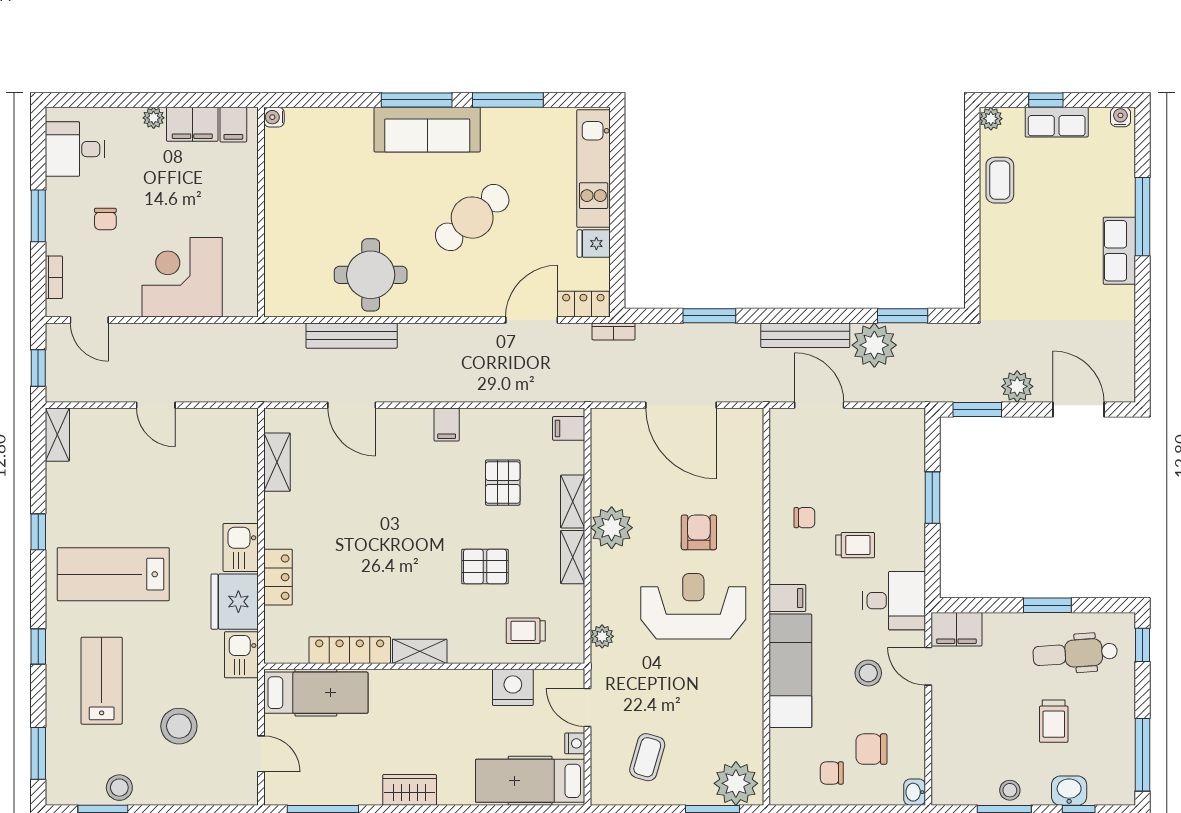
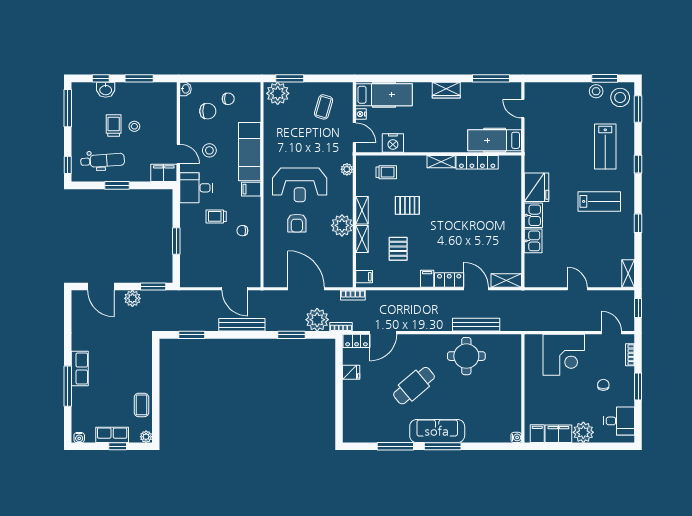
plant: (154, 118) -> (583, 432), width x1.88, depth x1.88
kitchen unit: (594, 168) -> (351, 411), removed
plant: (874, 345) -> (317, 320), moved
bookcase: (590, 393) -> (353, 295), added
shelving: (277, 462) -> (506, 280), moved, turned 90
lab bench: (113, 574) -> (599, 201), width x0.73, depth x0.72
locker: (278, 577) -> (449, 280), moved, turned 90
kitchen sink: (241, 655) -> (533, 241), moved
stool: (179, 726) -> (620, 97), moved
stool: (1010, 790) -> (134, 126), moved

